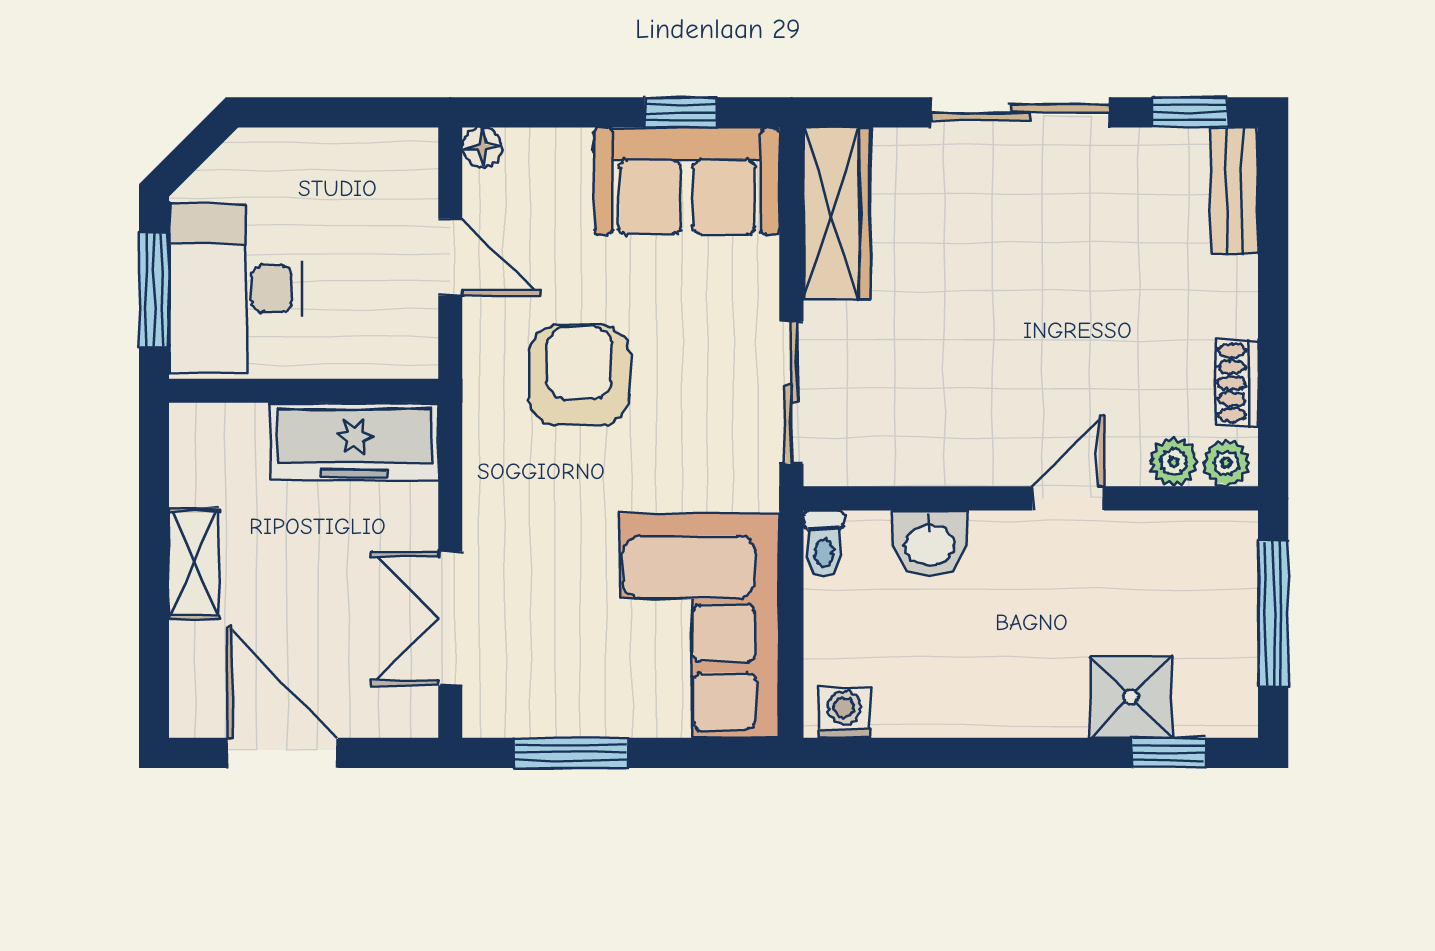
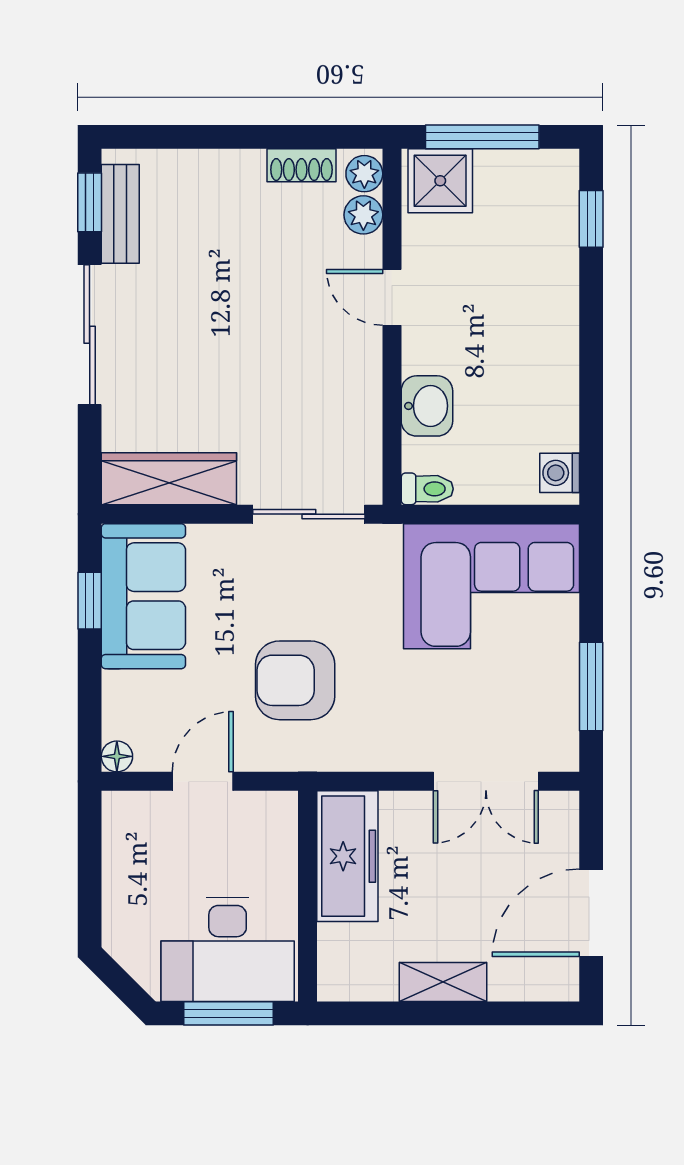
bench: (1234, 191) -> (120, 214), moved, turned 90
shower: (1131, 697) -> (440, 181), moved

